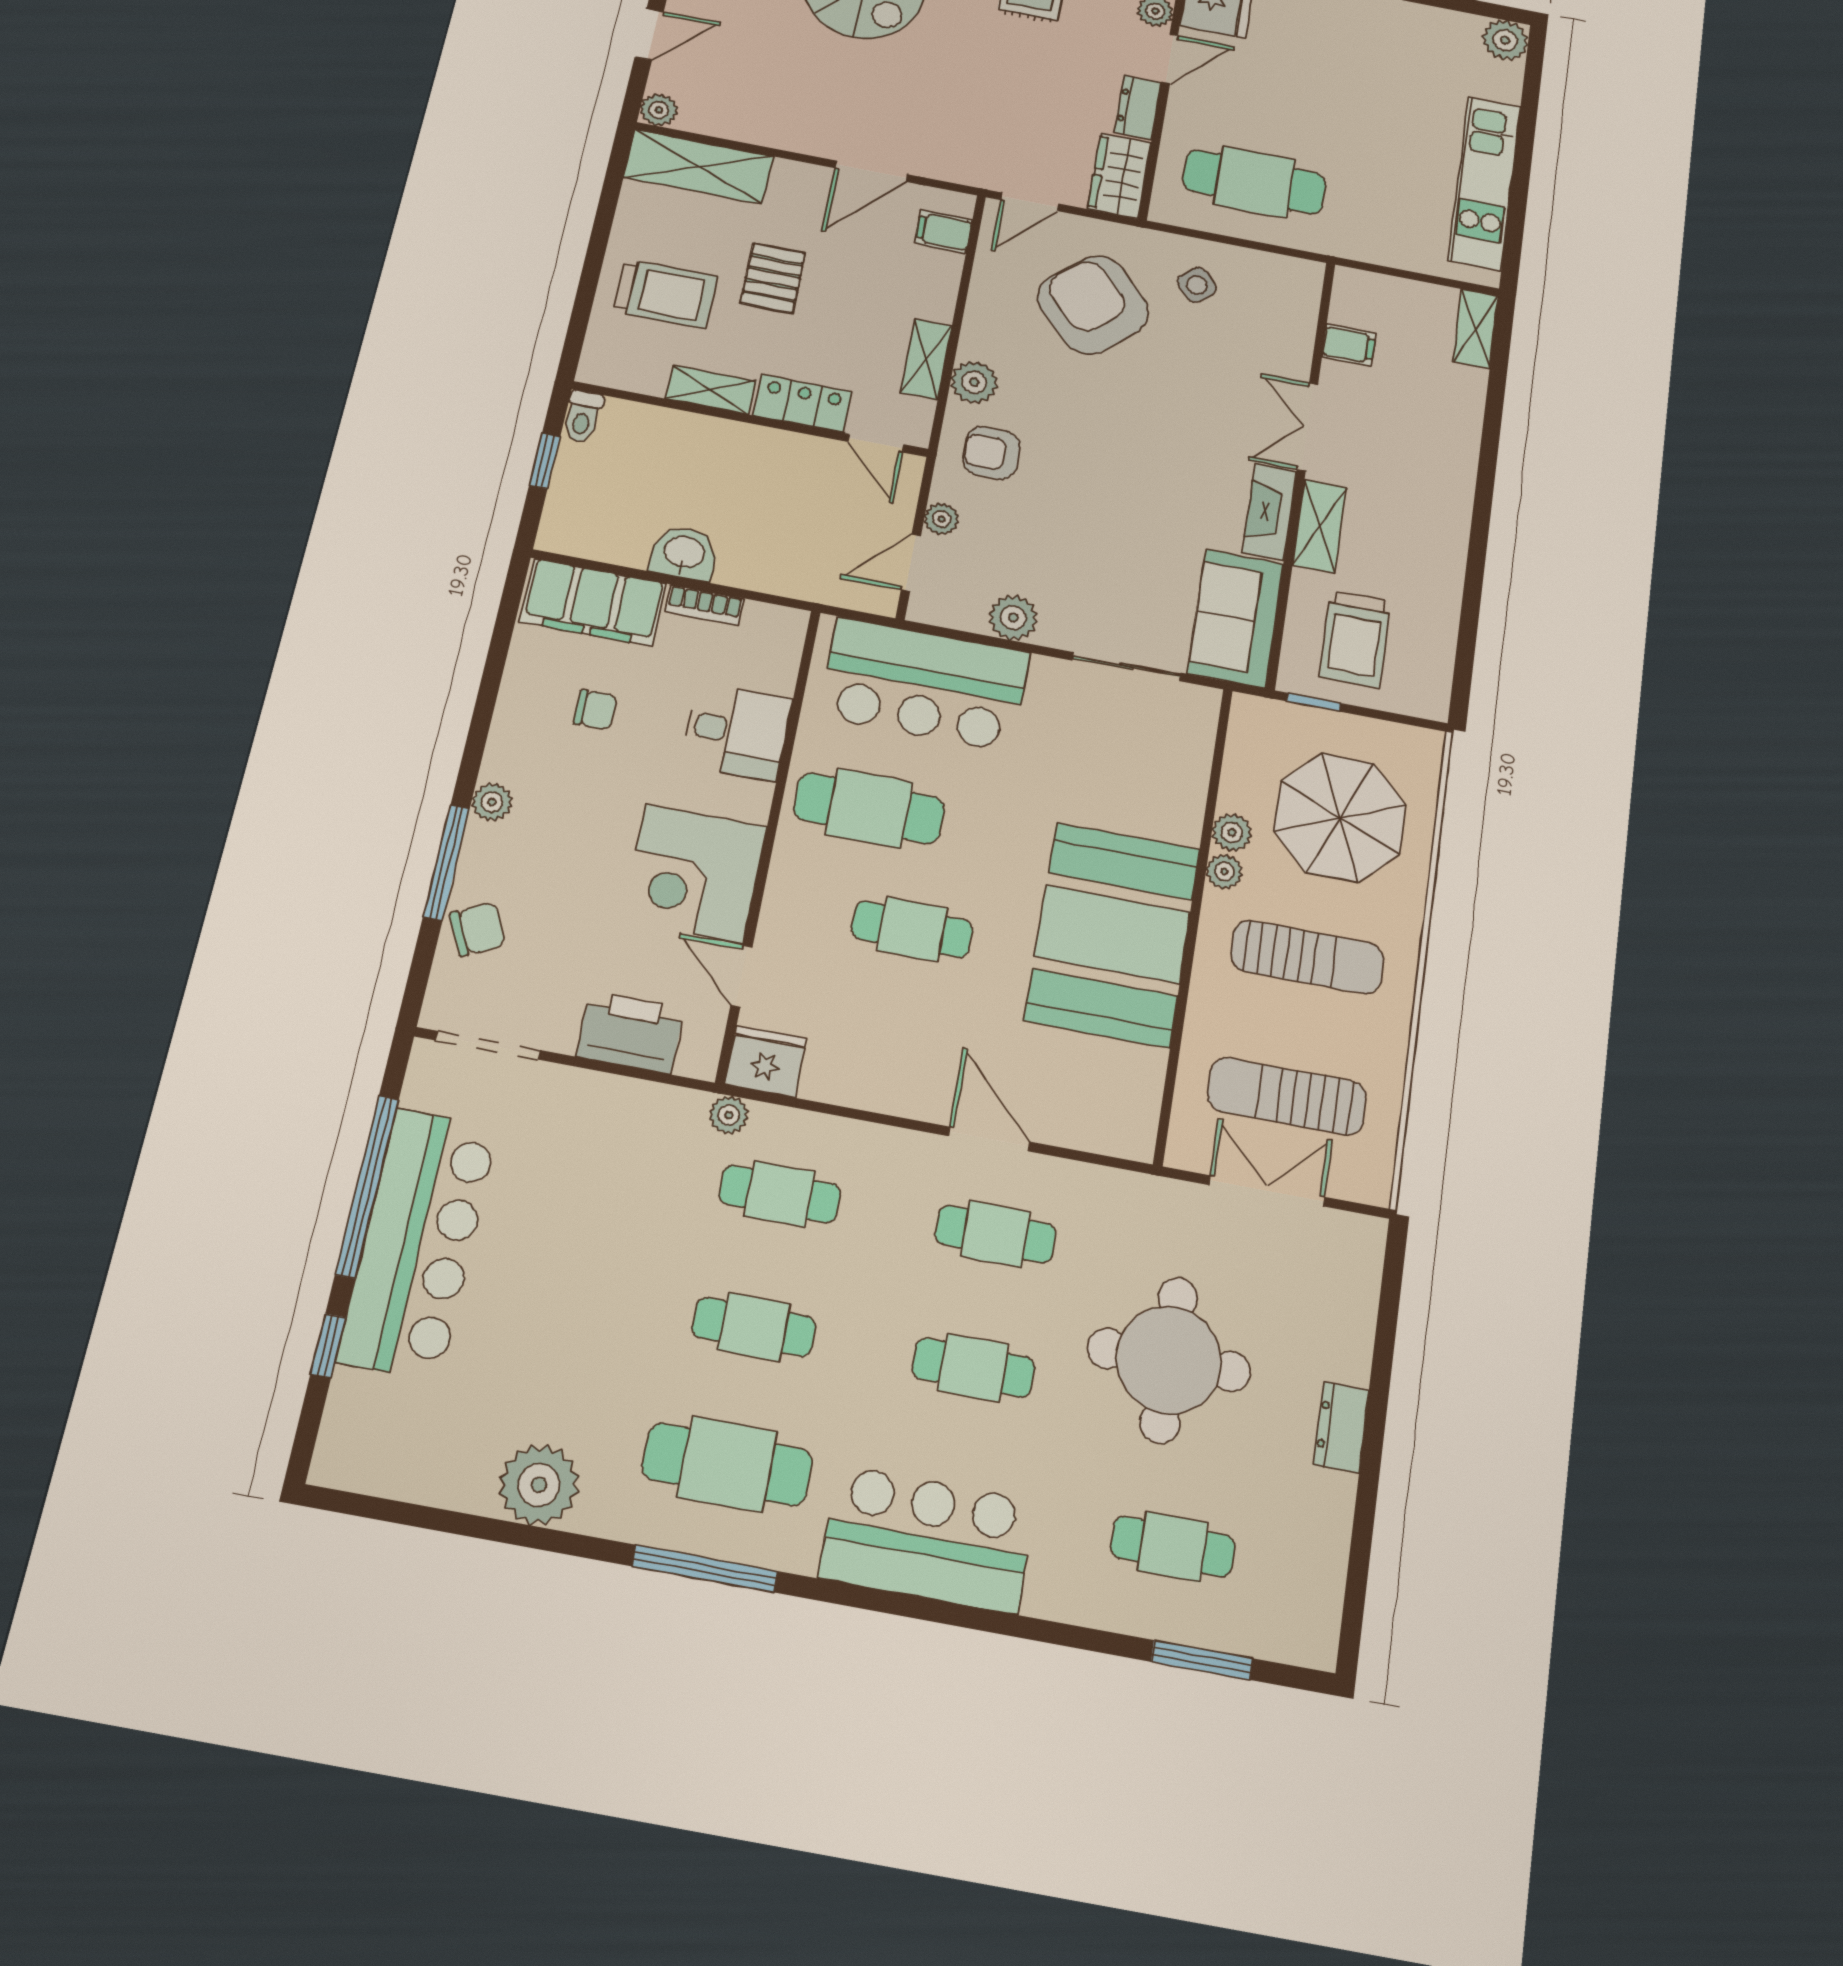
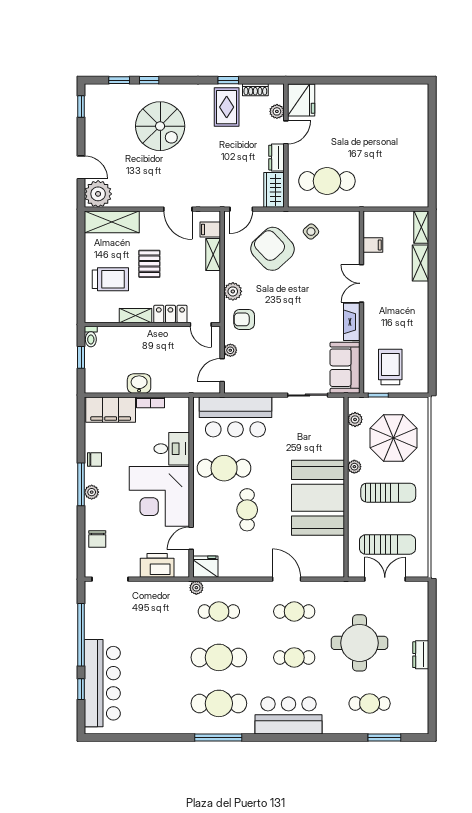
door: (649, 34) -> (81, 167), hinge flipped
plant: (1505, 40) -> (419, 93), removed
plant: (659, 110) -> (98, 194), width x1.87, depth x1.87
door: (871, 171) -> (178, 209), hinge flipped
kitchen unit: (1485, 183) -> (418, 161), removed
shelving: (926, 359) -> (213, 255), moved
shelving: (1320, 526) -> (420, 263), moved
plant: (1013, 618) -> (263, 384), removed
trolley: (1355, 639) -> (390, 367), turned 180
chair: (595, 710) -> (95, 459), moved
plant: (1232, 832) -> (355, 419), moved
window: (446, 862) -> (81, 484), moved
corner desk: (694, 874) -> (159, 496), width x1.36, depth x1.36
chair: (478, 929) -> (97, 539), turned 116
cafe table: (912, 929) -> (247, 510), turned 90
door: (742, 976) -> (191, 538), hinge flipped
sun lounger: (1287, 1096) -> (388, 544), turned 180
bar counter: (418, 1243) -> (102, 683), moved
cafe table: (754, 1327) -> (219, 657), width x1.37, depth x1.35
plant: (539, 1485) -> (159, 721), removed

